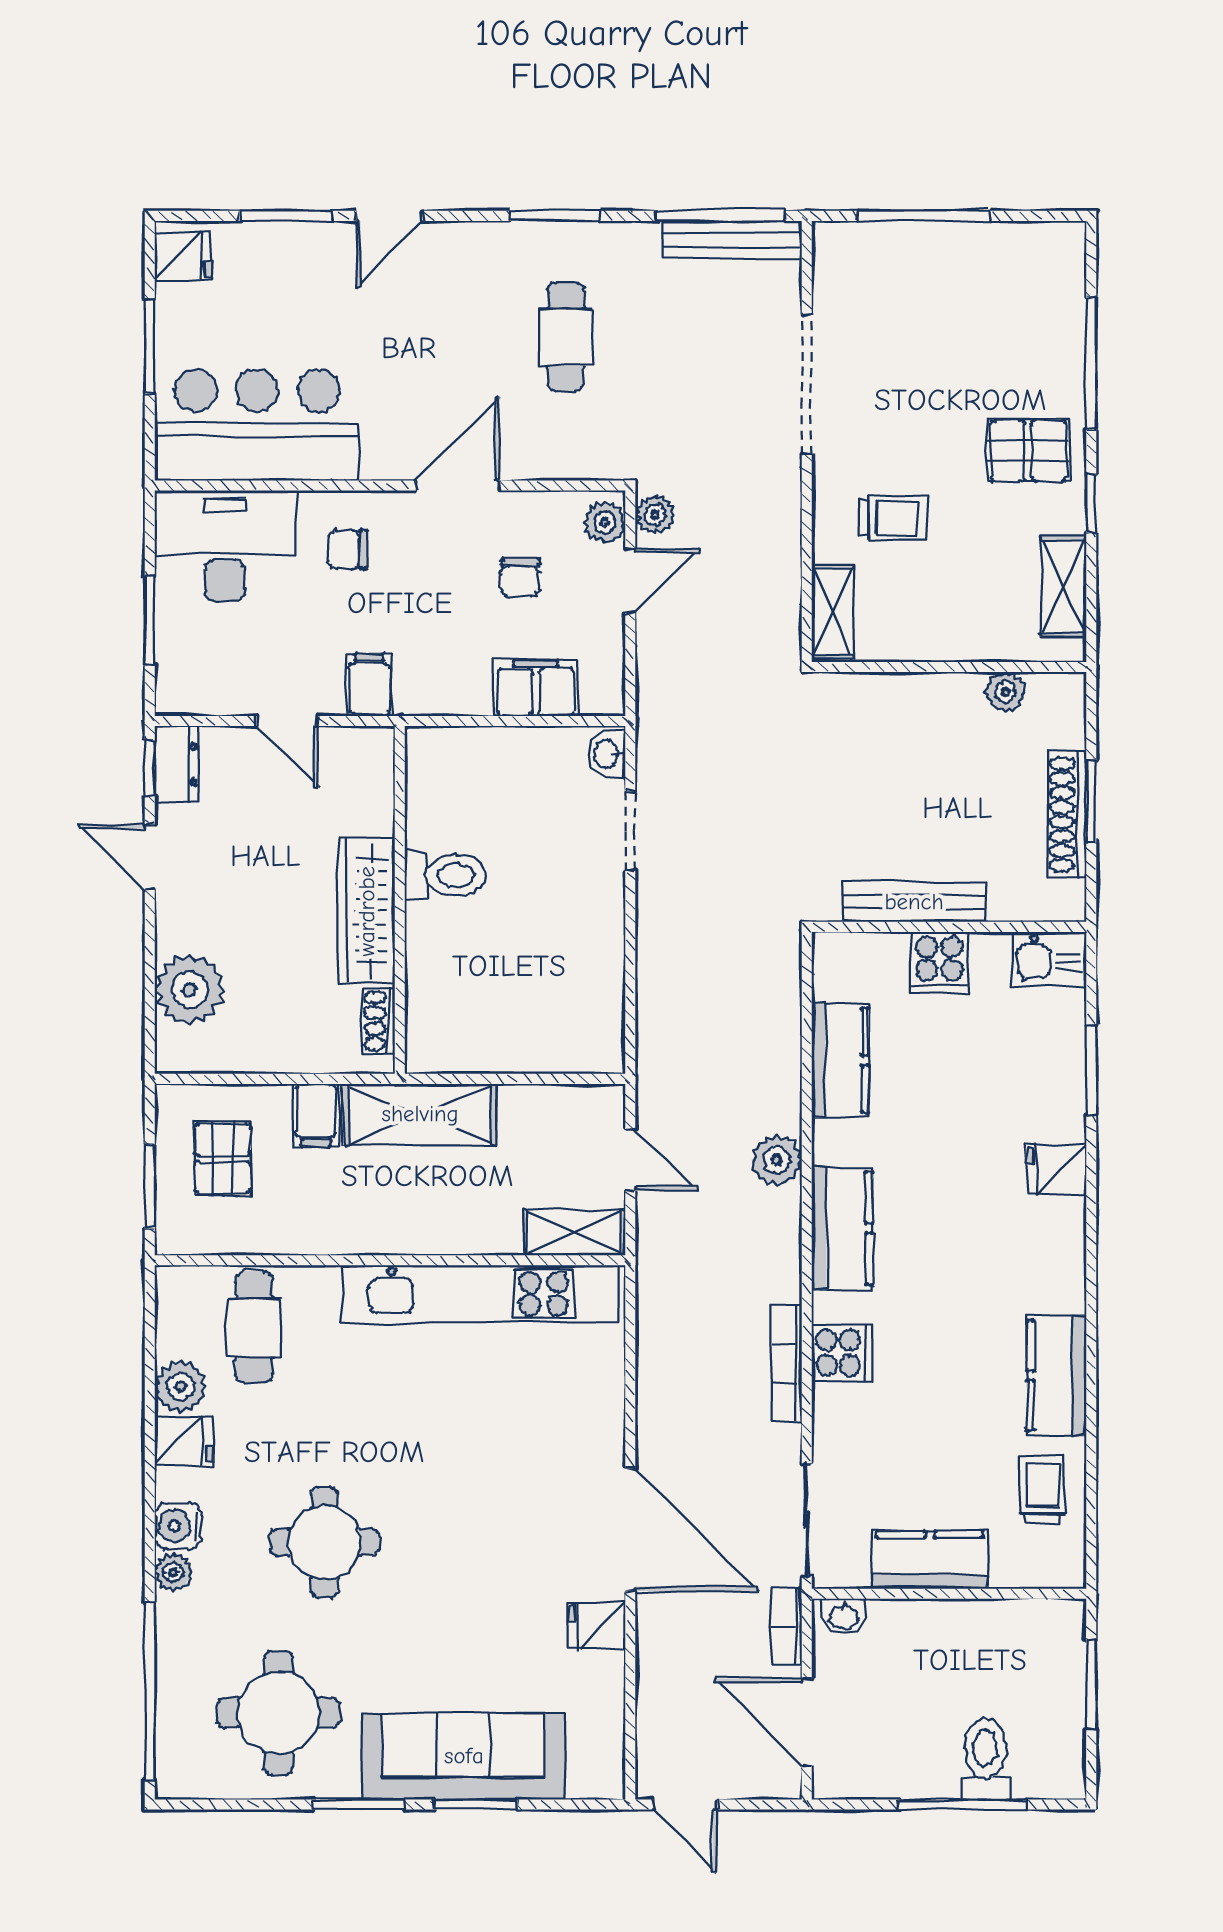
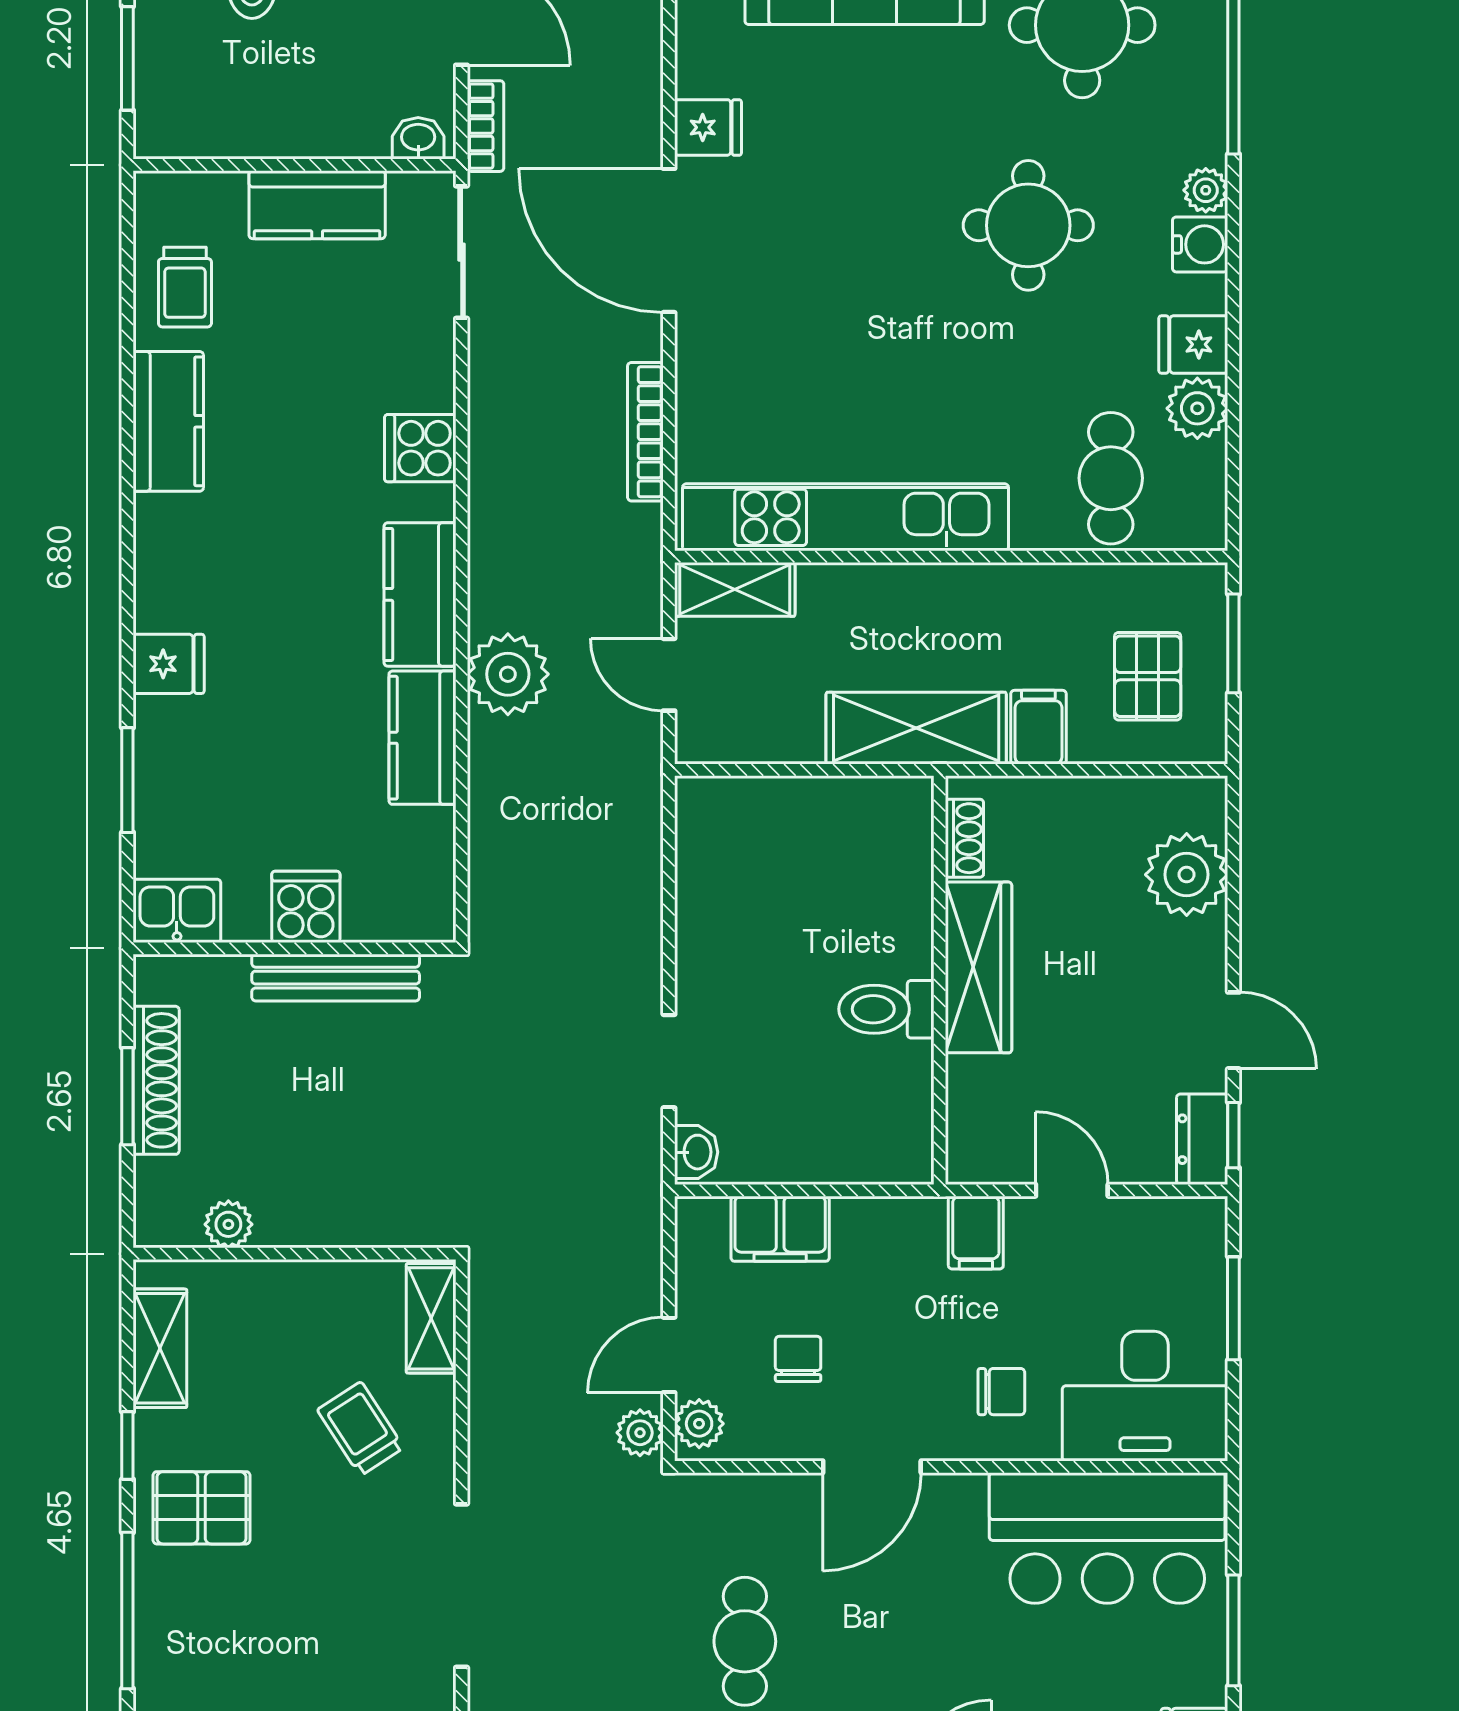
trolley: (893, 518) -> (361, 1429), turned 57
kitchen counter: (840, 1060) -> (422, 738), moved
plant: (777, 1160) -> (508, 674), width x1.36, depth x1.36
bookcase: (787, 1363) -> (645, 432), moved, turned 180

